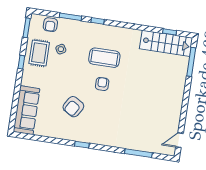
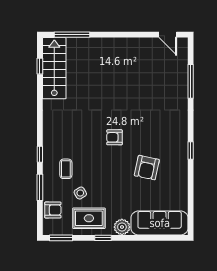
coffee table: (104, 58) -> (66, 169), moved, width x0.54, depth x0.58
plant: (28, 79) -> (122, 227), added
armchair: (73, 107) -> (147, 168), turned 71

